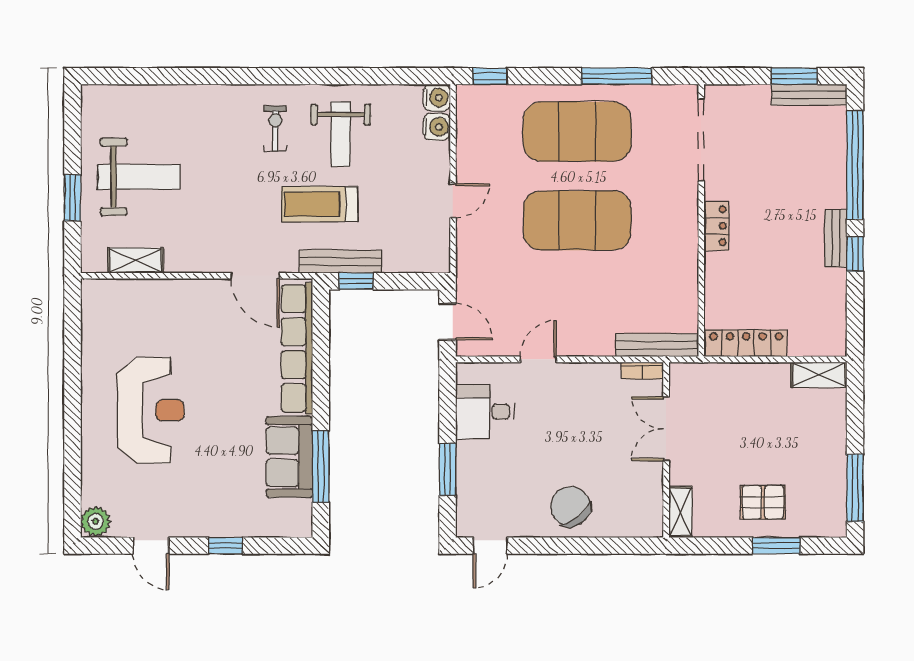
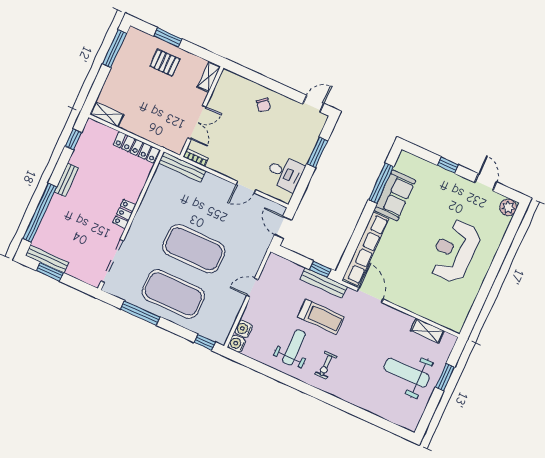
window: (855, 254) -> (73, 139), moved
chair: (570, 507) -> (263, 105), width x0.54, depth x0.54

